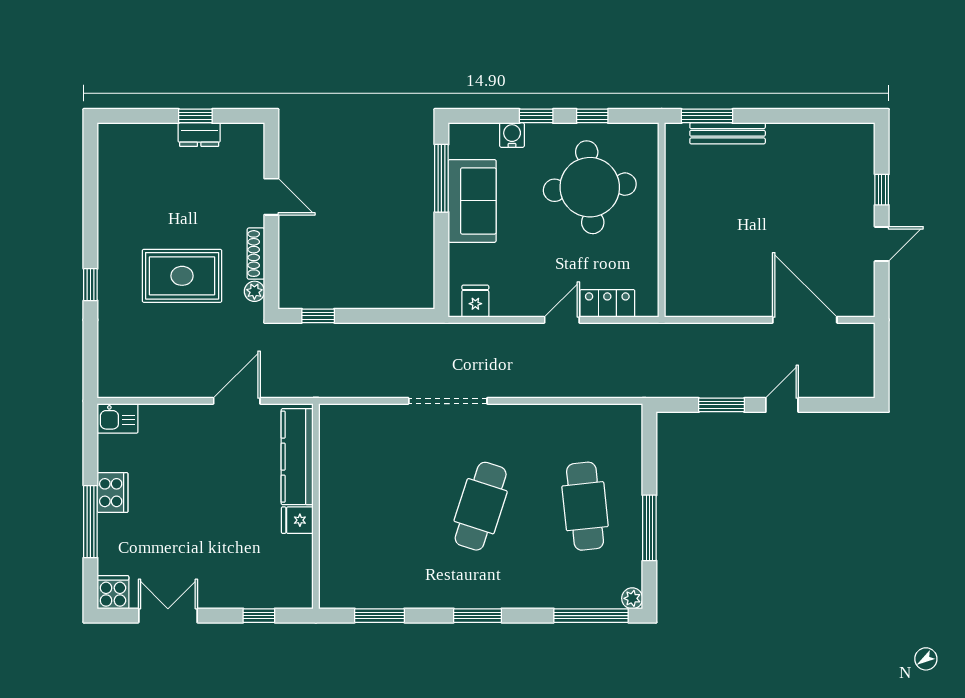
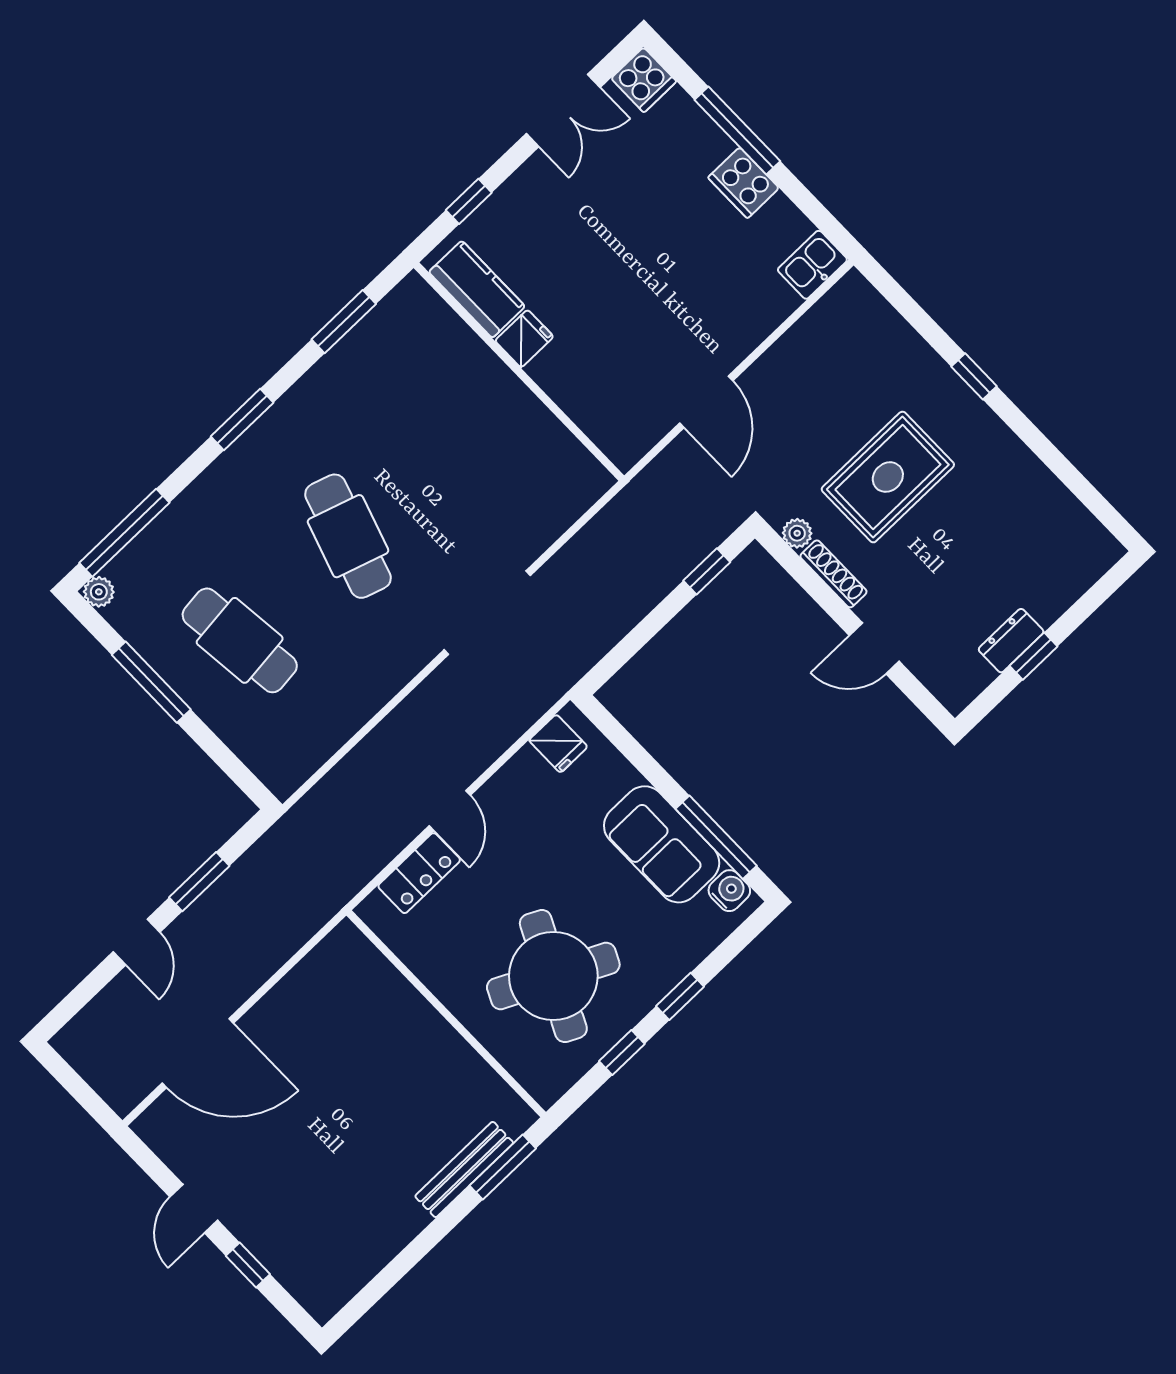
water cooler: (512, 135) -> (729, 891), moved, turned -90
round table: (590, 187) -> (553, 976), turned 31
kitchen counter: (297, 457) -> (477, 289), moved, width x0.67

